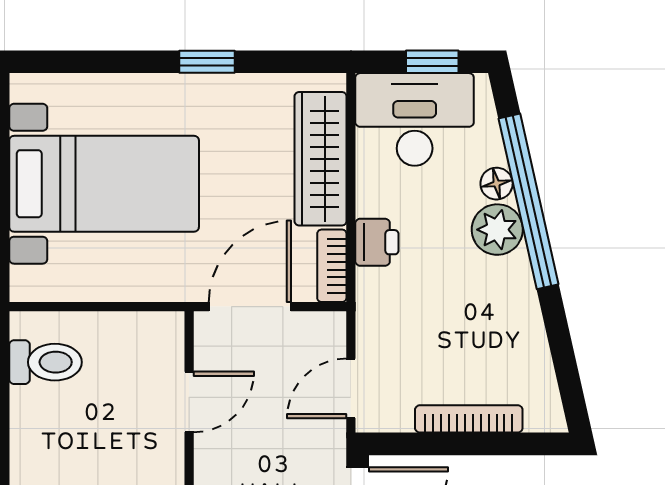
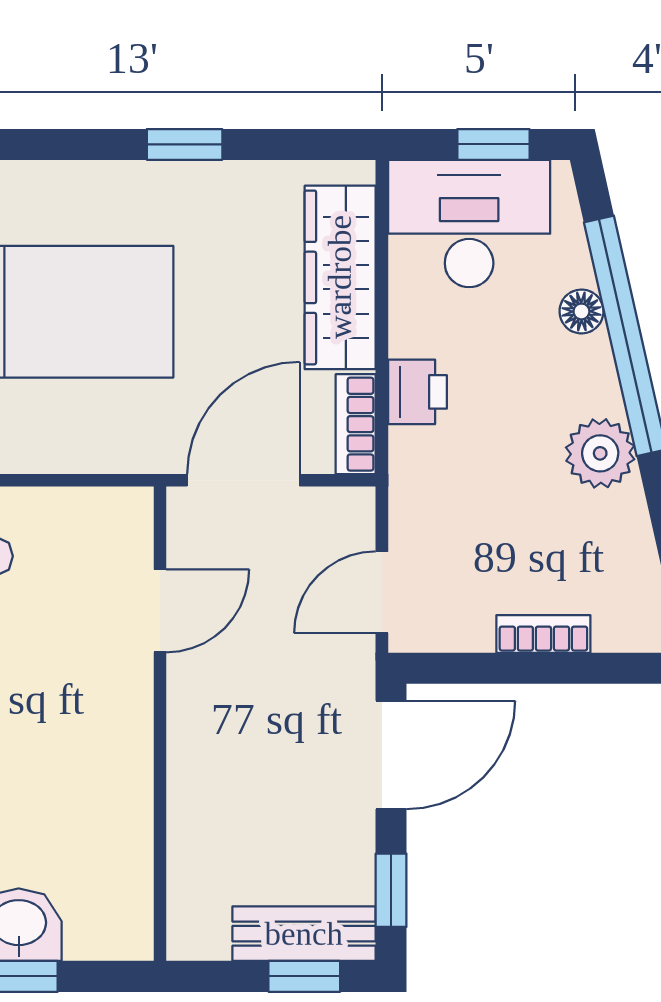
plant: (497, 230) -> (600, 453), moved
bookcase: (469, 419) -> (543, 634), width x0.64

